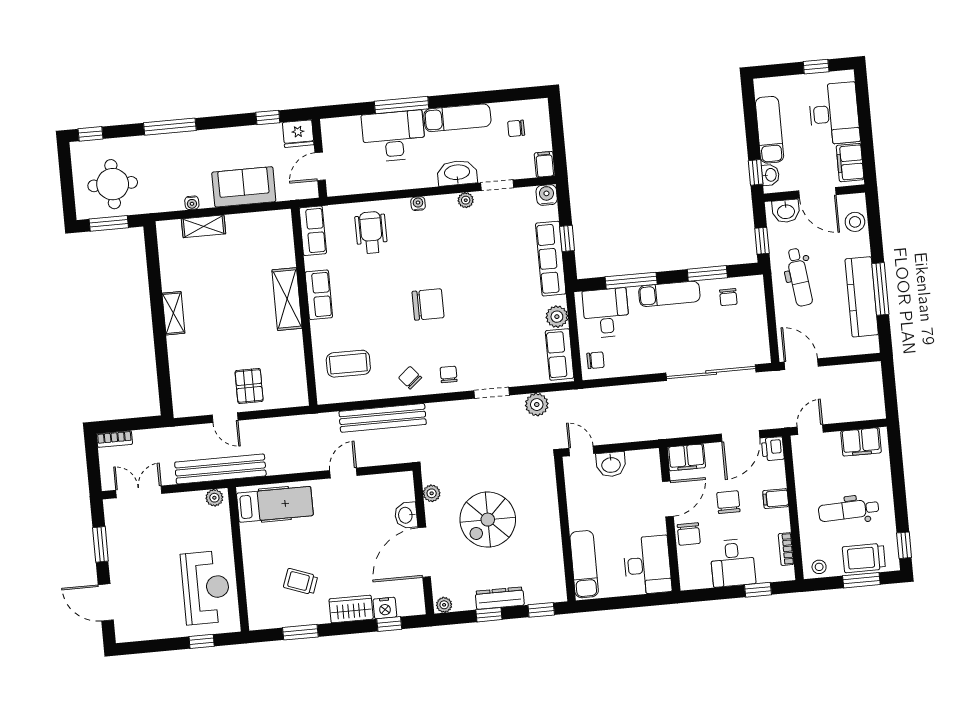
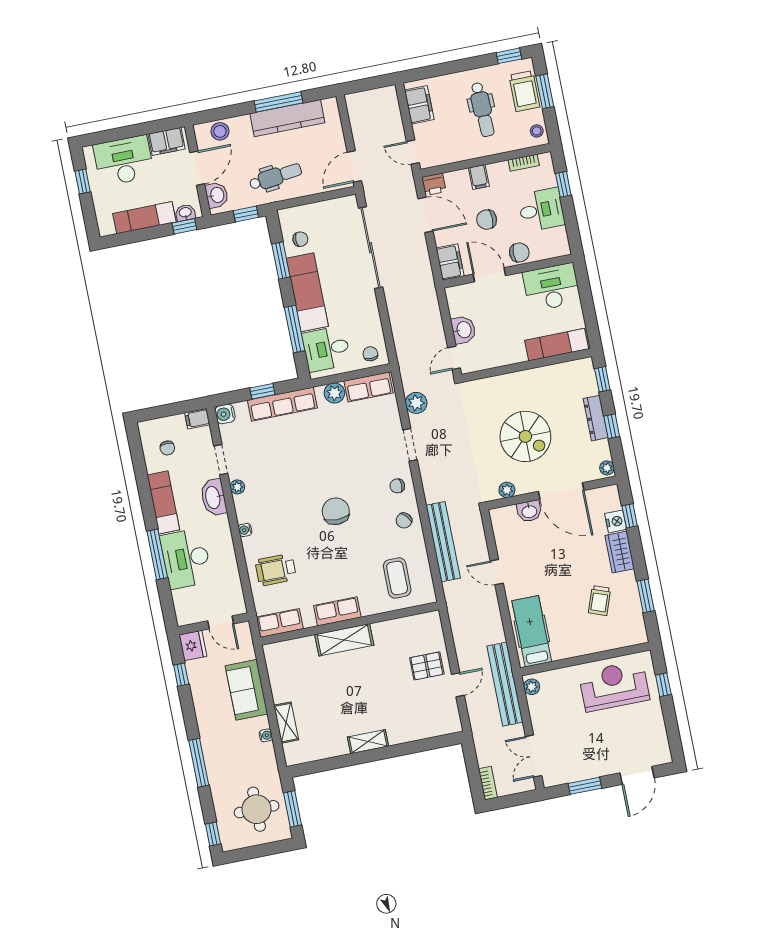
exam couch: (669, 294) -> (307, 292), width x1.36, depth x1.45

